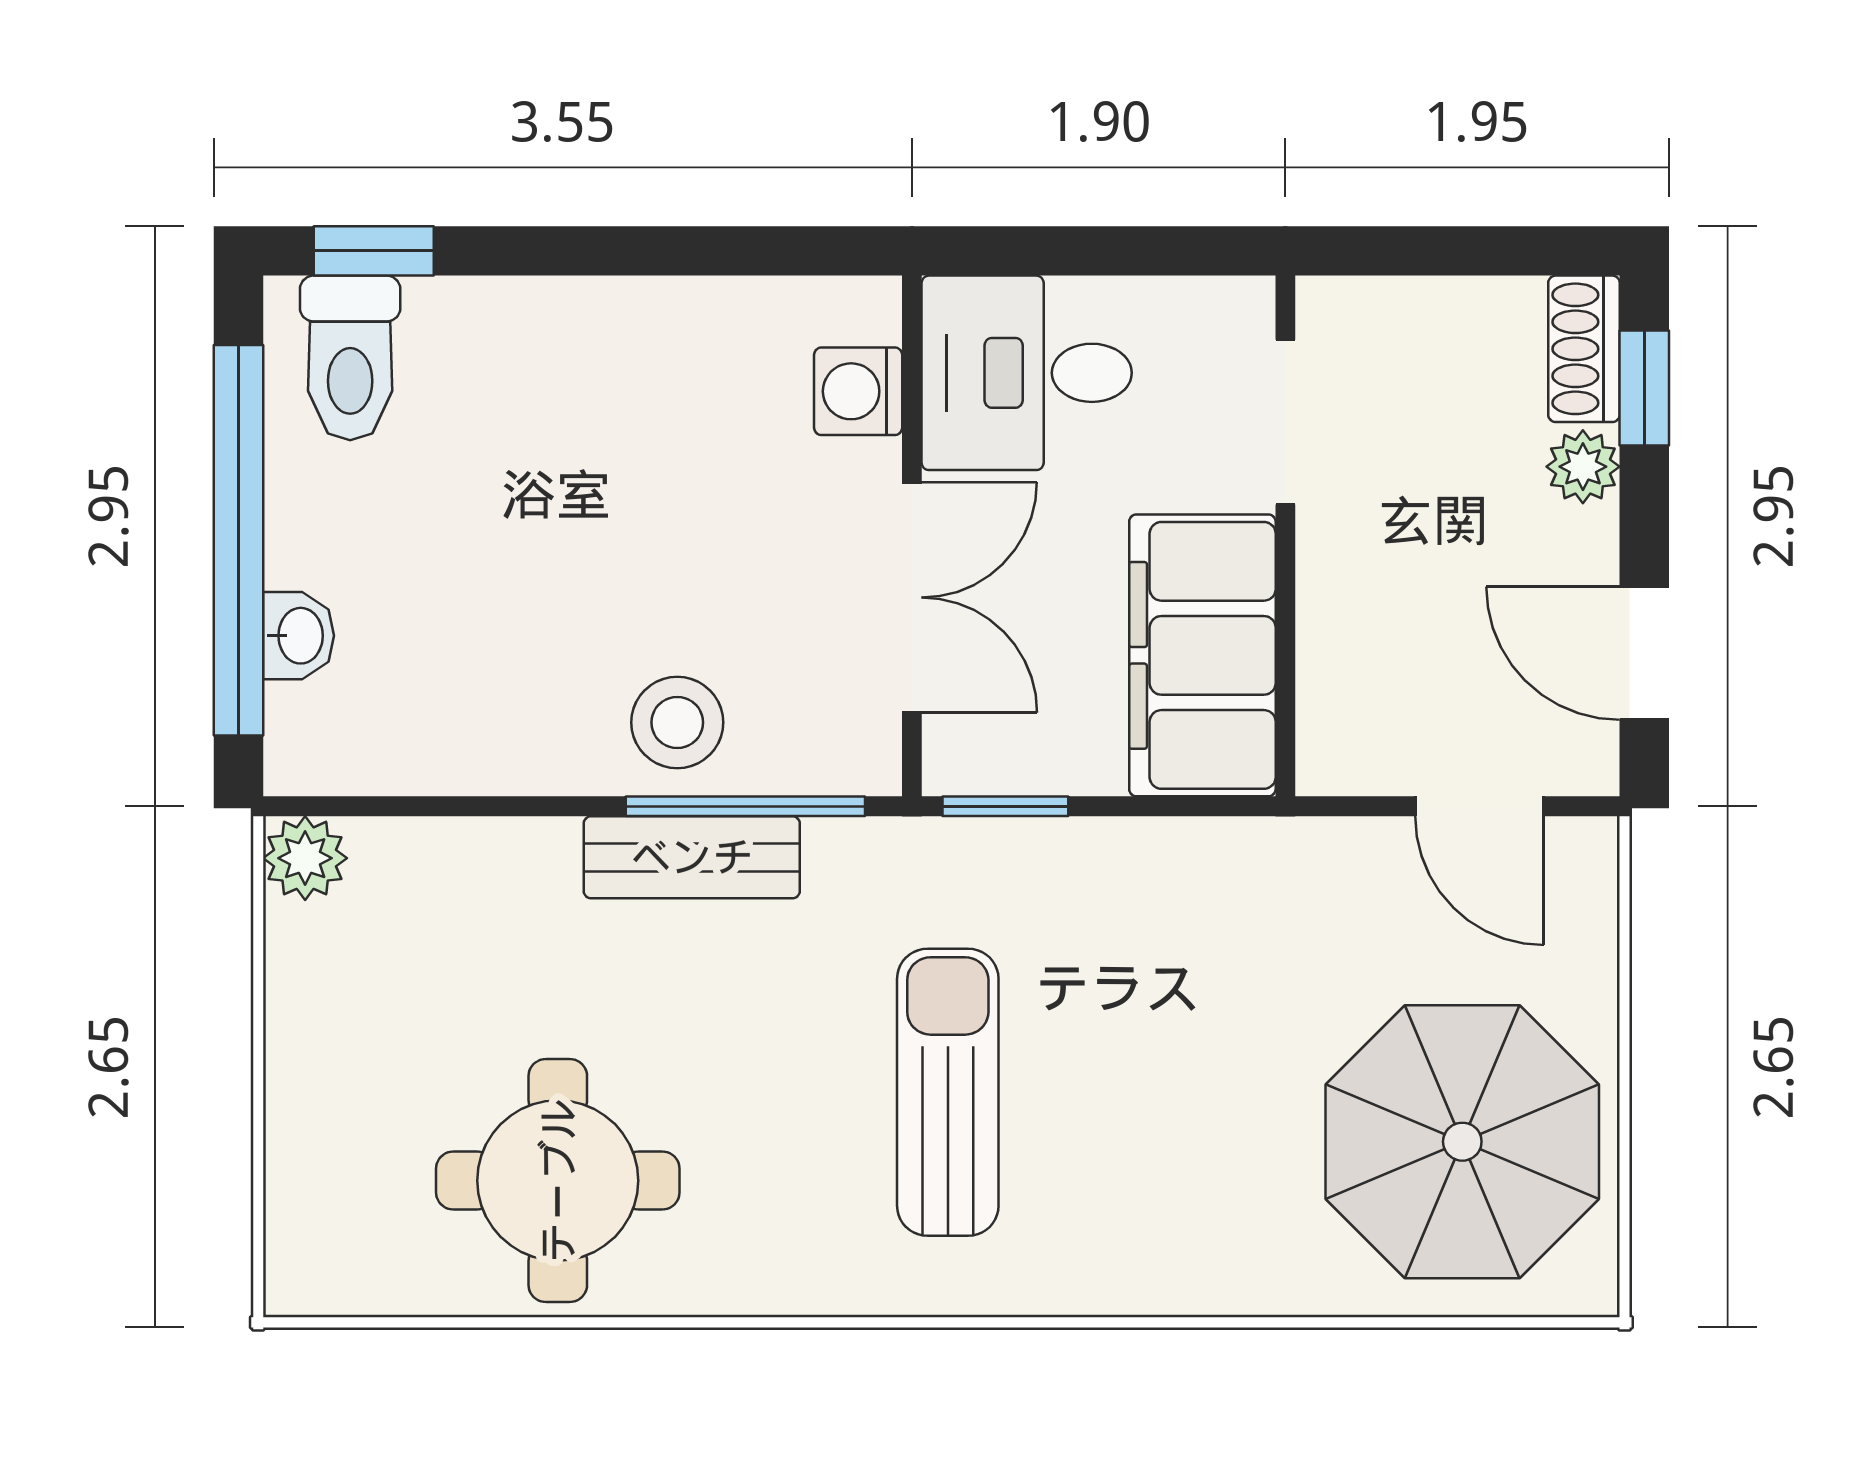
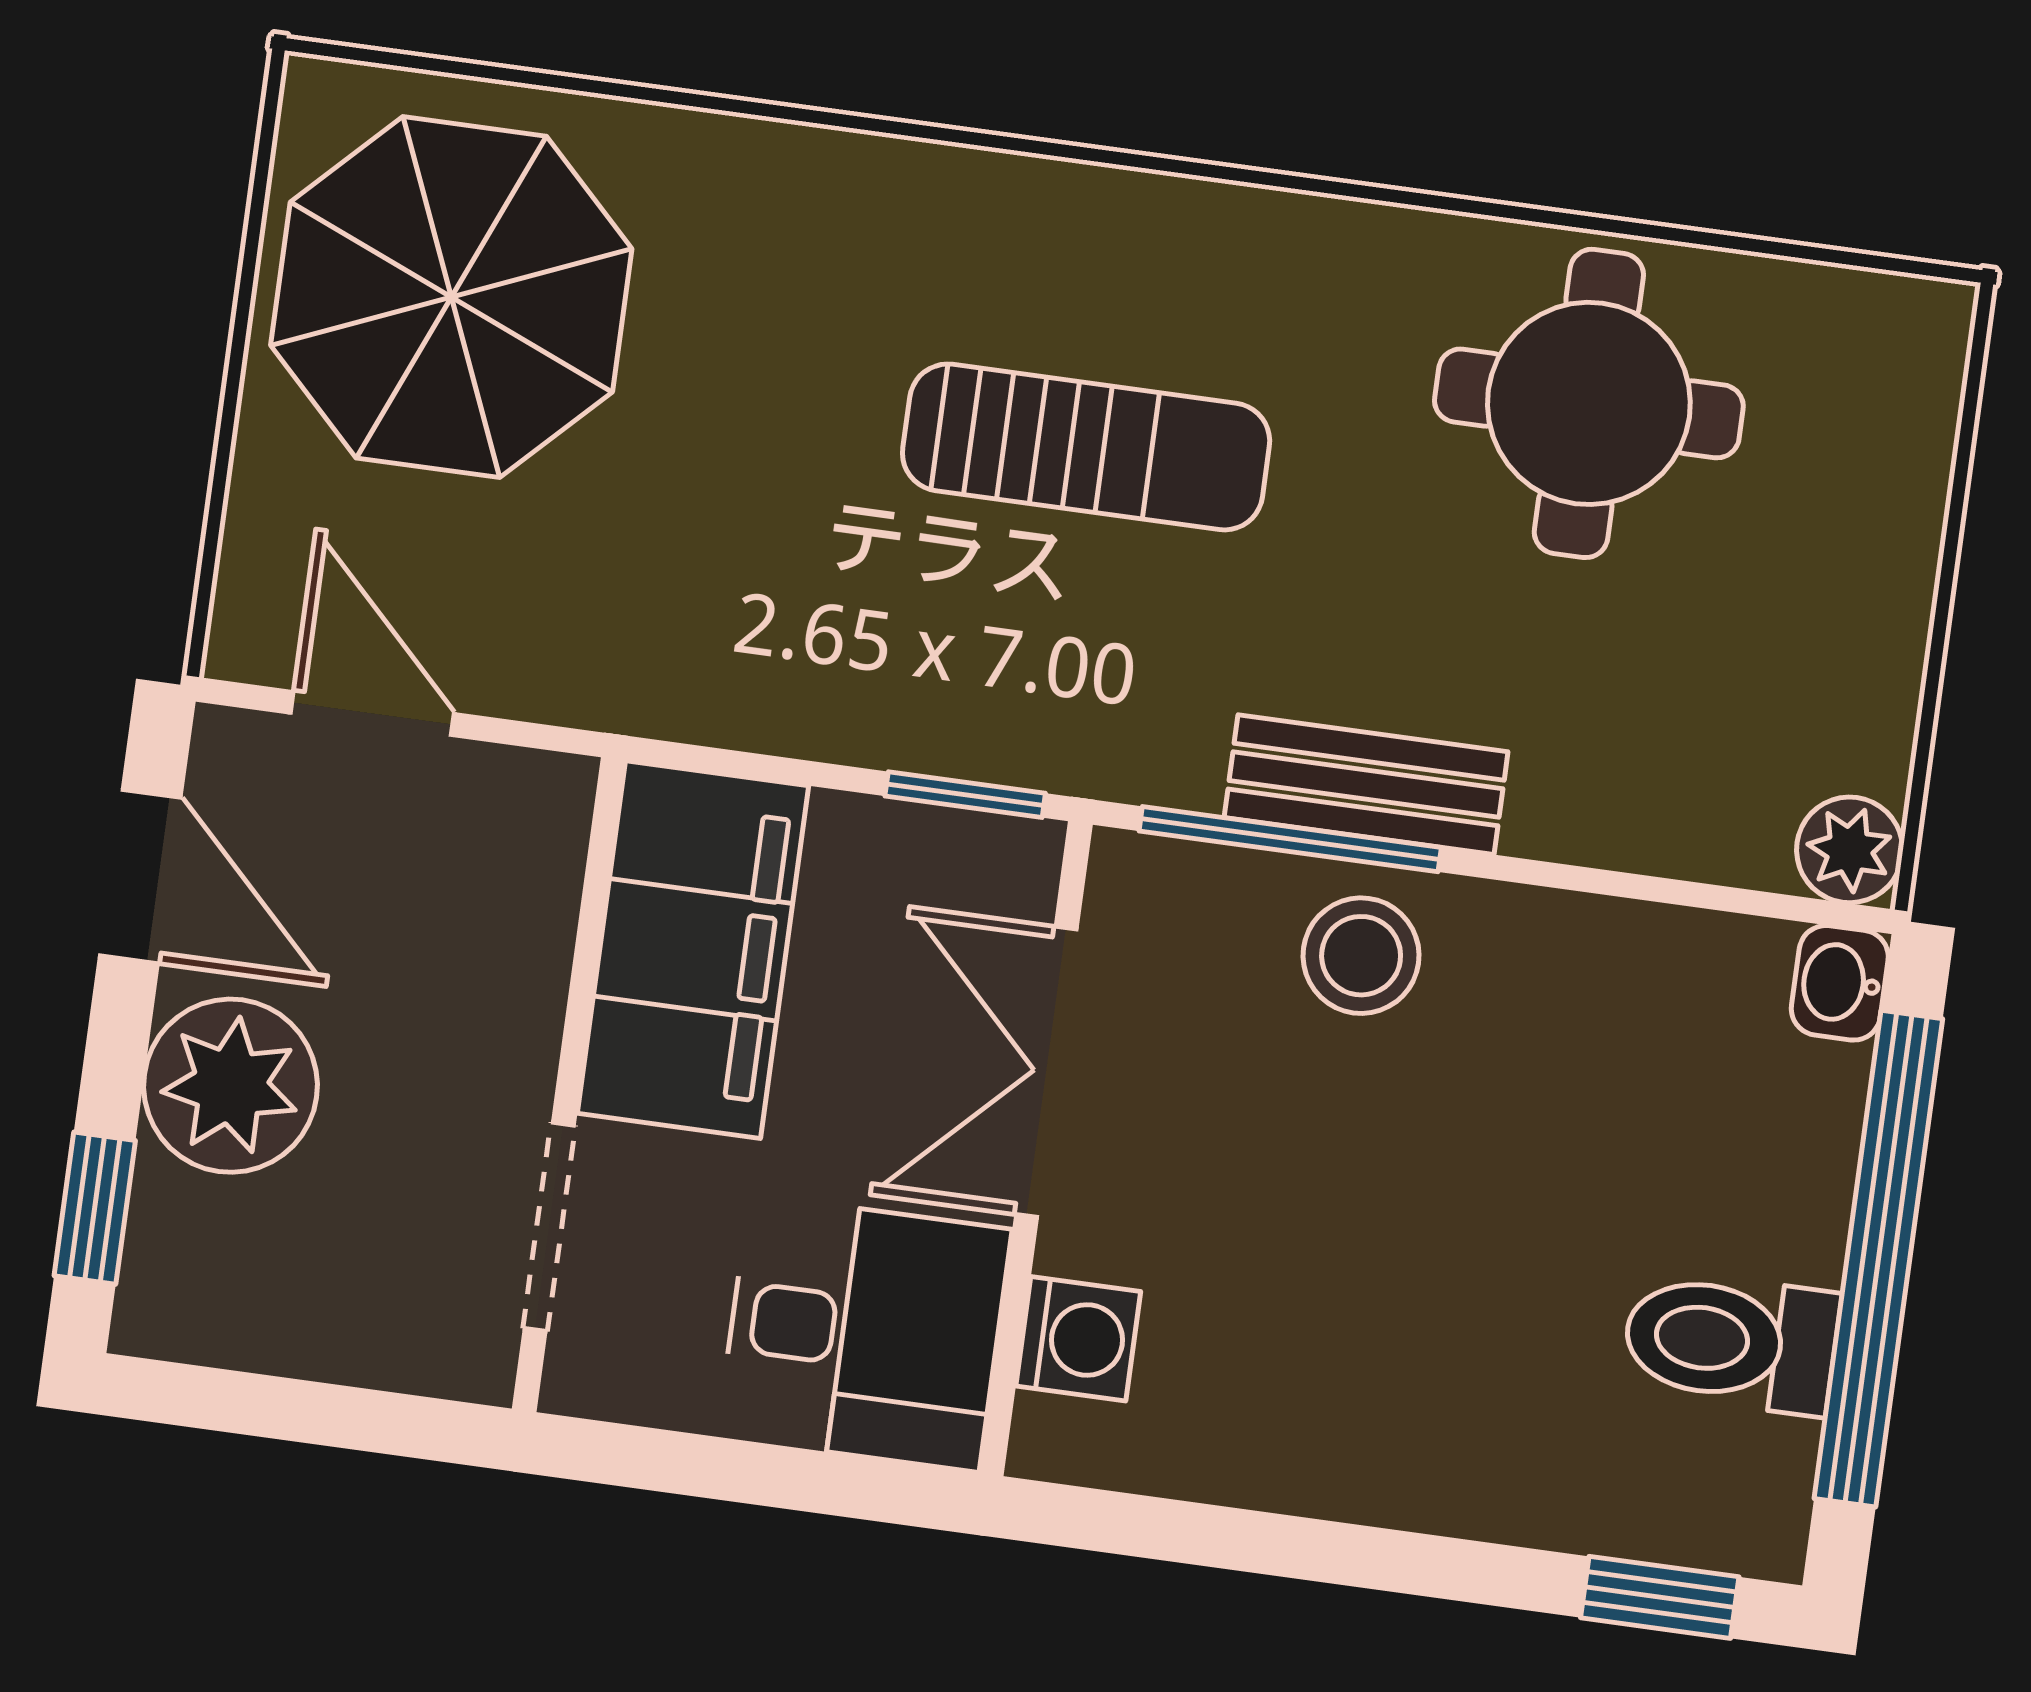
shoe rack: (1584, 349) -> (163, 1268), removed
toilet: (350, 358) -> (1731, 1342), moved, turned -90
plant: (1583, 467) -> (231, 1086), width x1.88, depth x1.88
washbasin: (299, 636) -> (1840, 983), moved
sun lounger: (948, 1092) -> (1086, 447), turned -90

